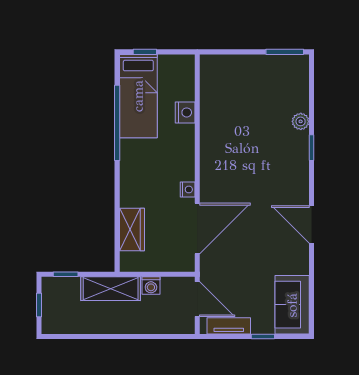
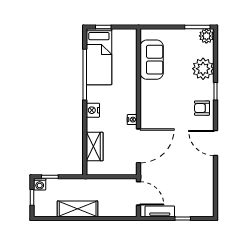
plant: (298, 65) -> (206, 36), added
nightstand: (185, 112) -> (93, 110), moved, turned 180
plant: (301, 121) -> (203, 69), width x1.88, depth x1.88
armchair: (291, 172) -> (202, 108), added
washing machine: (151, 286) -> (40, 184), moved
shelving: (111, 289) -> (78, 209), moved
sofa: (292, 305) -> (152, 60), moved, turned 180

